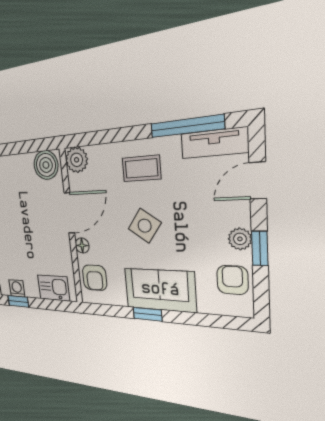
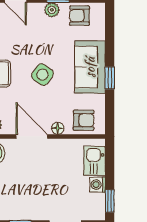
washing machine: (17, 288) -> (98, 185), moved

